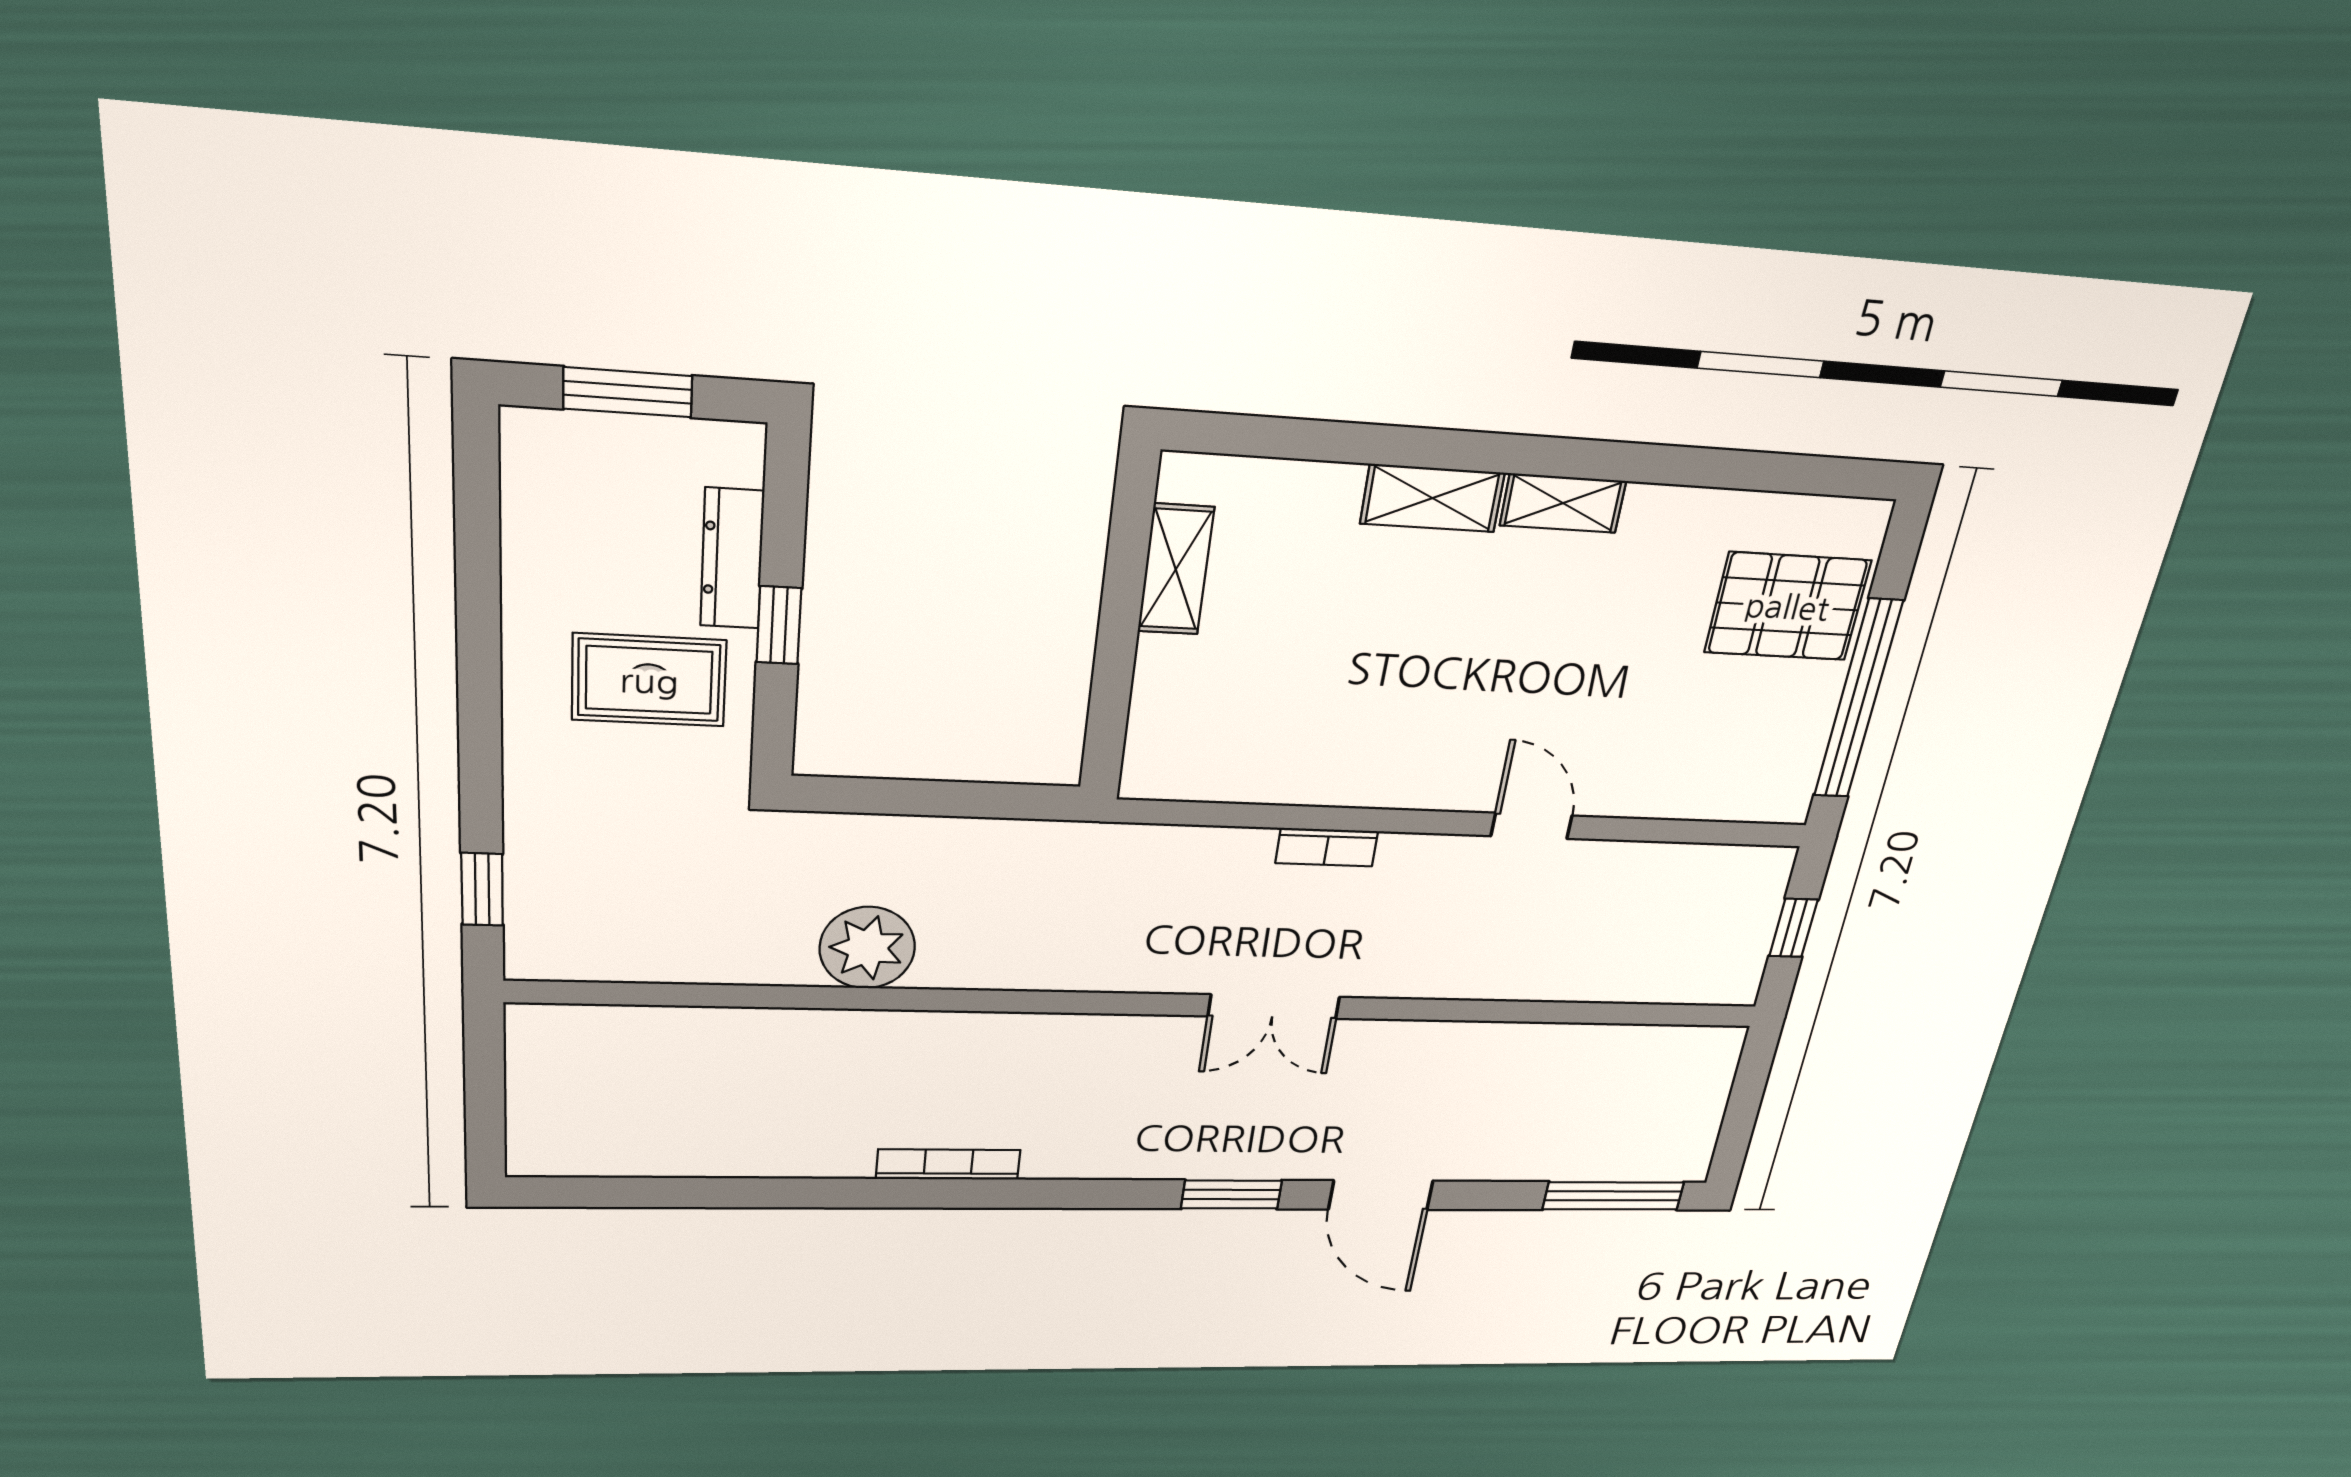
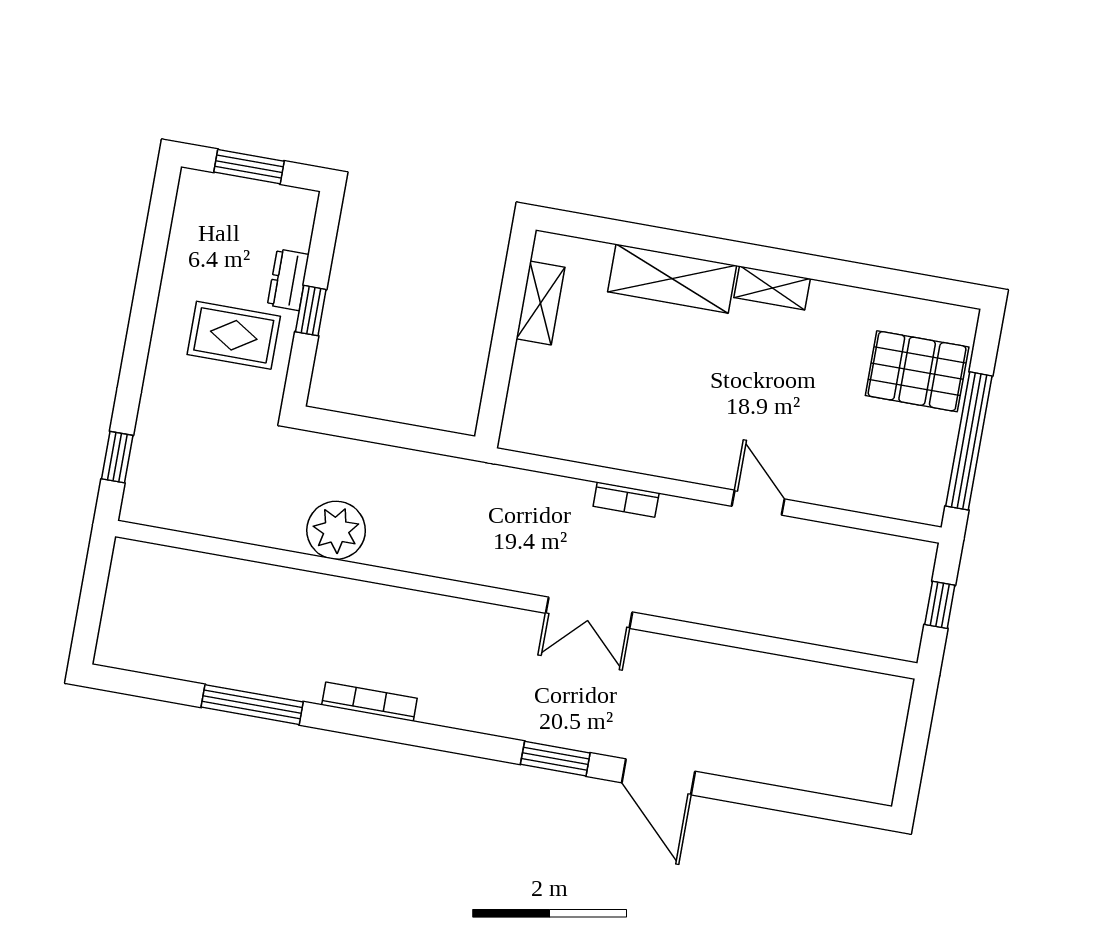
shelving: (1432, 498) -> (672, 279), width x1.50, depth x1.33
dresser: (732, 559) -> (288, 280), width x0.70
window: (1613, 1196) -> (252, 705), moved

